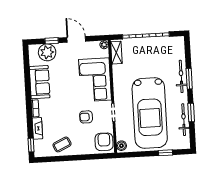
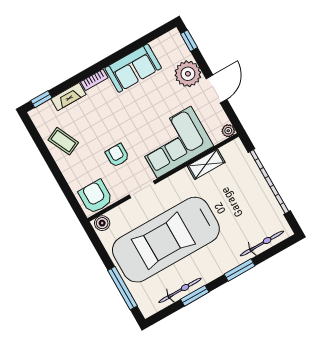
window: (52, 41) -> (189, 41), moved
plant: (47, 52) -> (188, 74), moved
shelving: (116, 53) -> (206, 164), moved
bicycle: (181, 76) -> (262, 243), moved
armchair: (104, 142) -> (96, 197), turned -90
window: (166, 153) -> (123, 288), width x2.17

